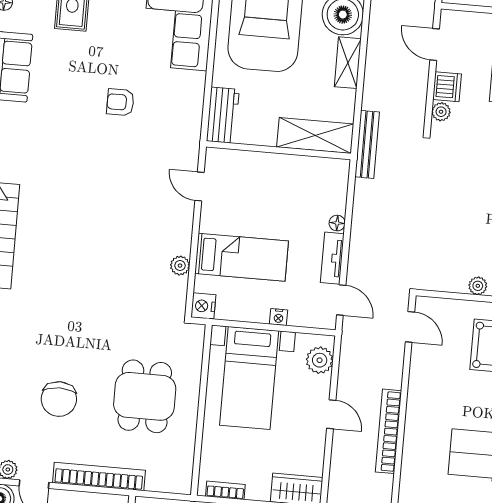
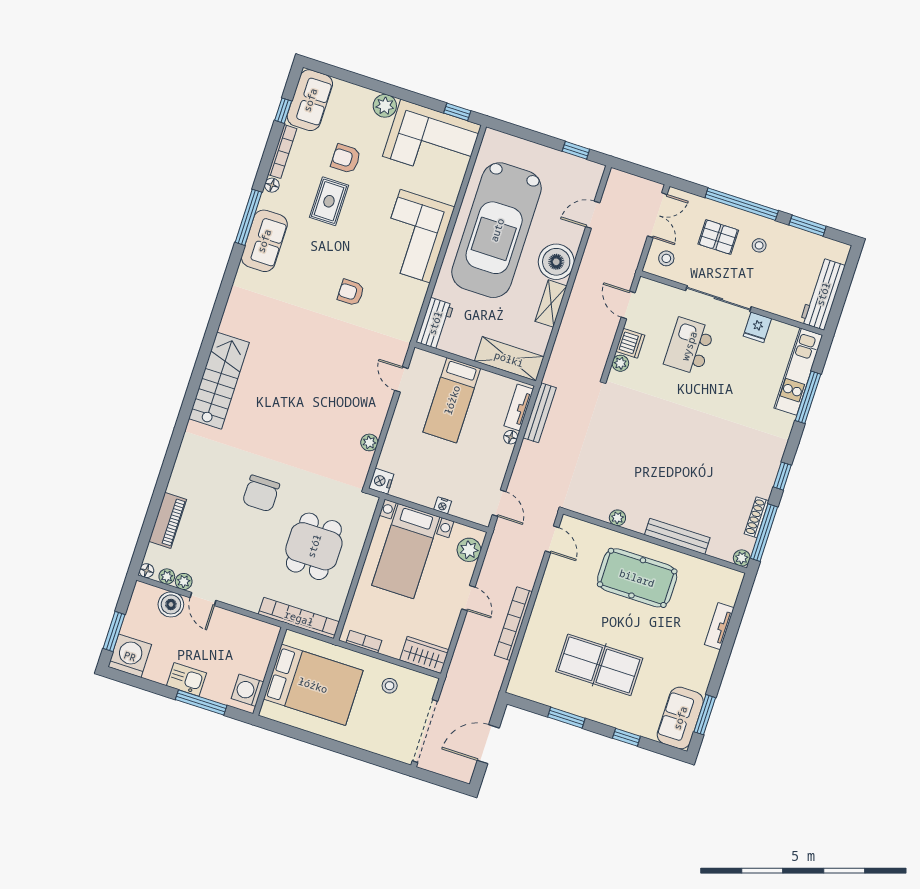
bench: (367, 144) -> (540, 413), moved
bed: (242, 257) -> (452, 400), moved, turned 90
tv unit: (332, 258) -> (519, 408), moved
chair: (59, 399) -> (261, 493), moved
bookcase: (99, 477) -> (299, 618), moved

